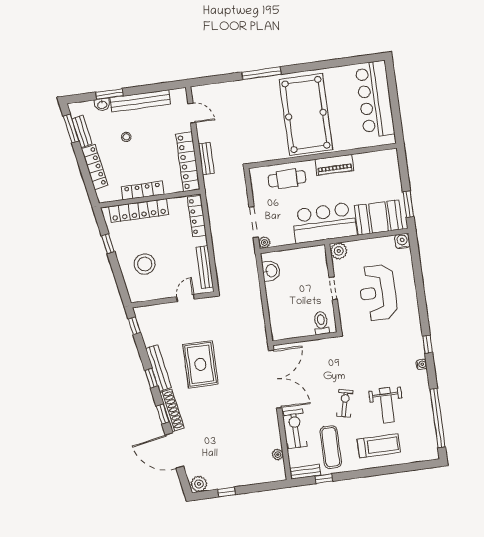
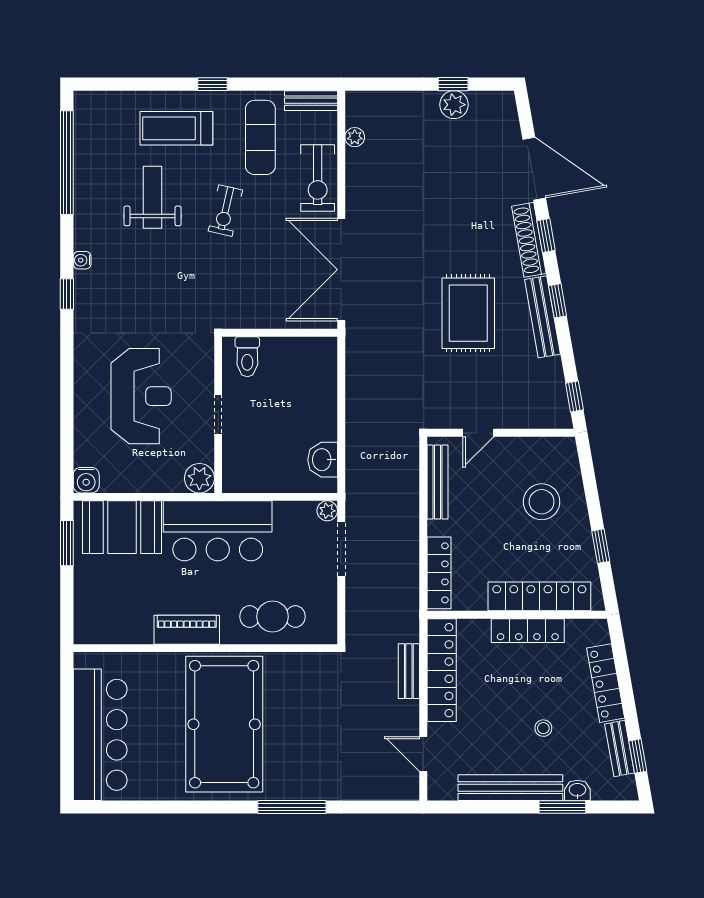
window: (71, 128) -> (638, 756), width x0.67
window: (324, 479) -> (213, 84), moved
plant: (199, 484) -> (454, 105), moved

